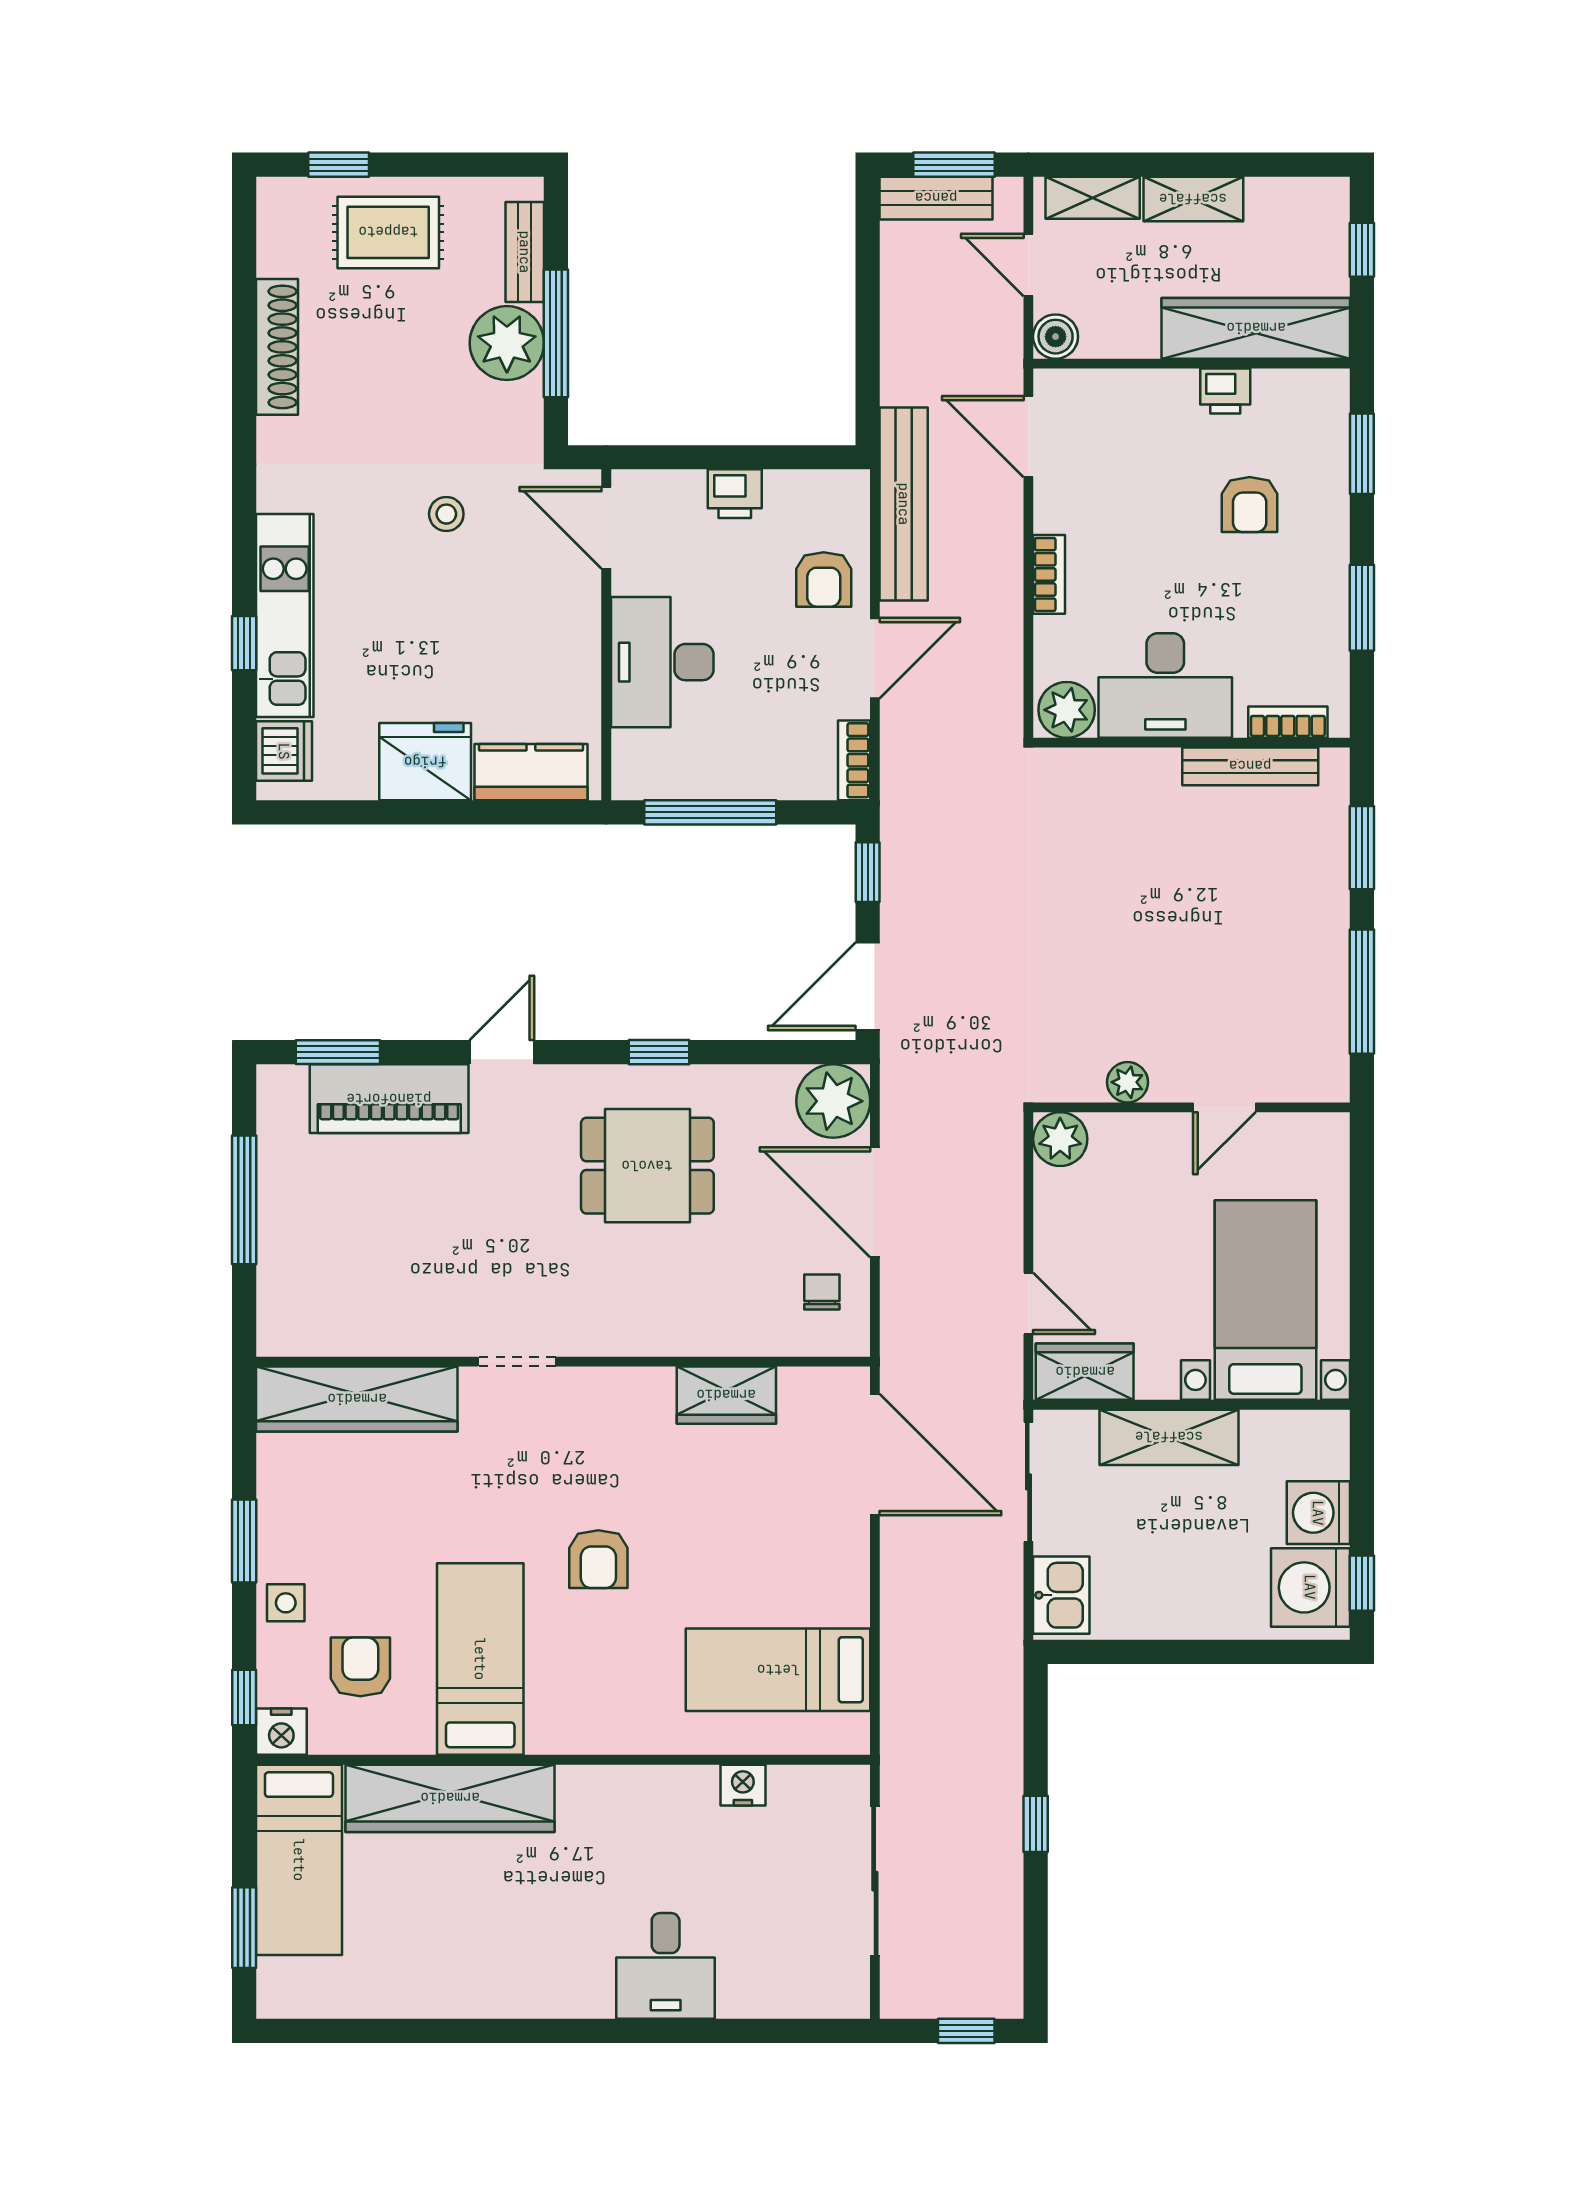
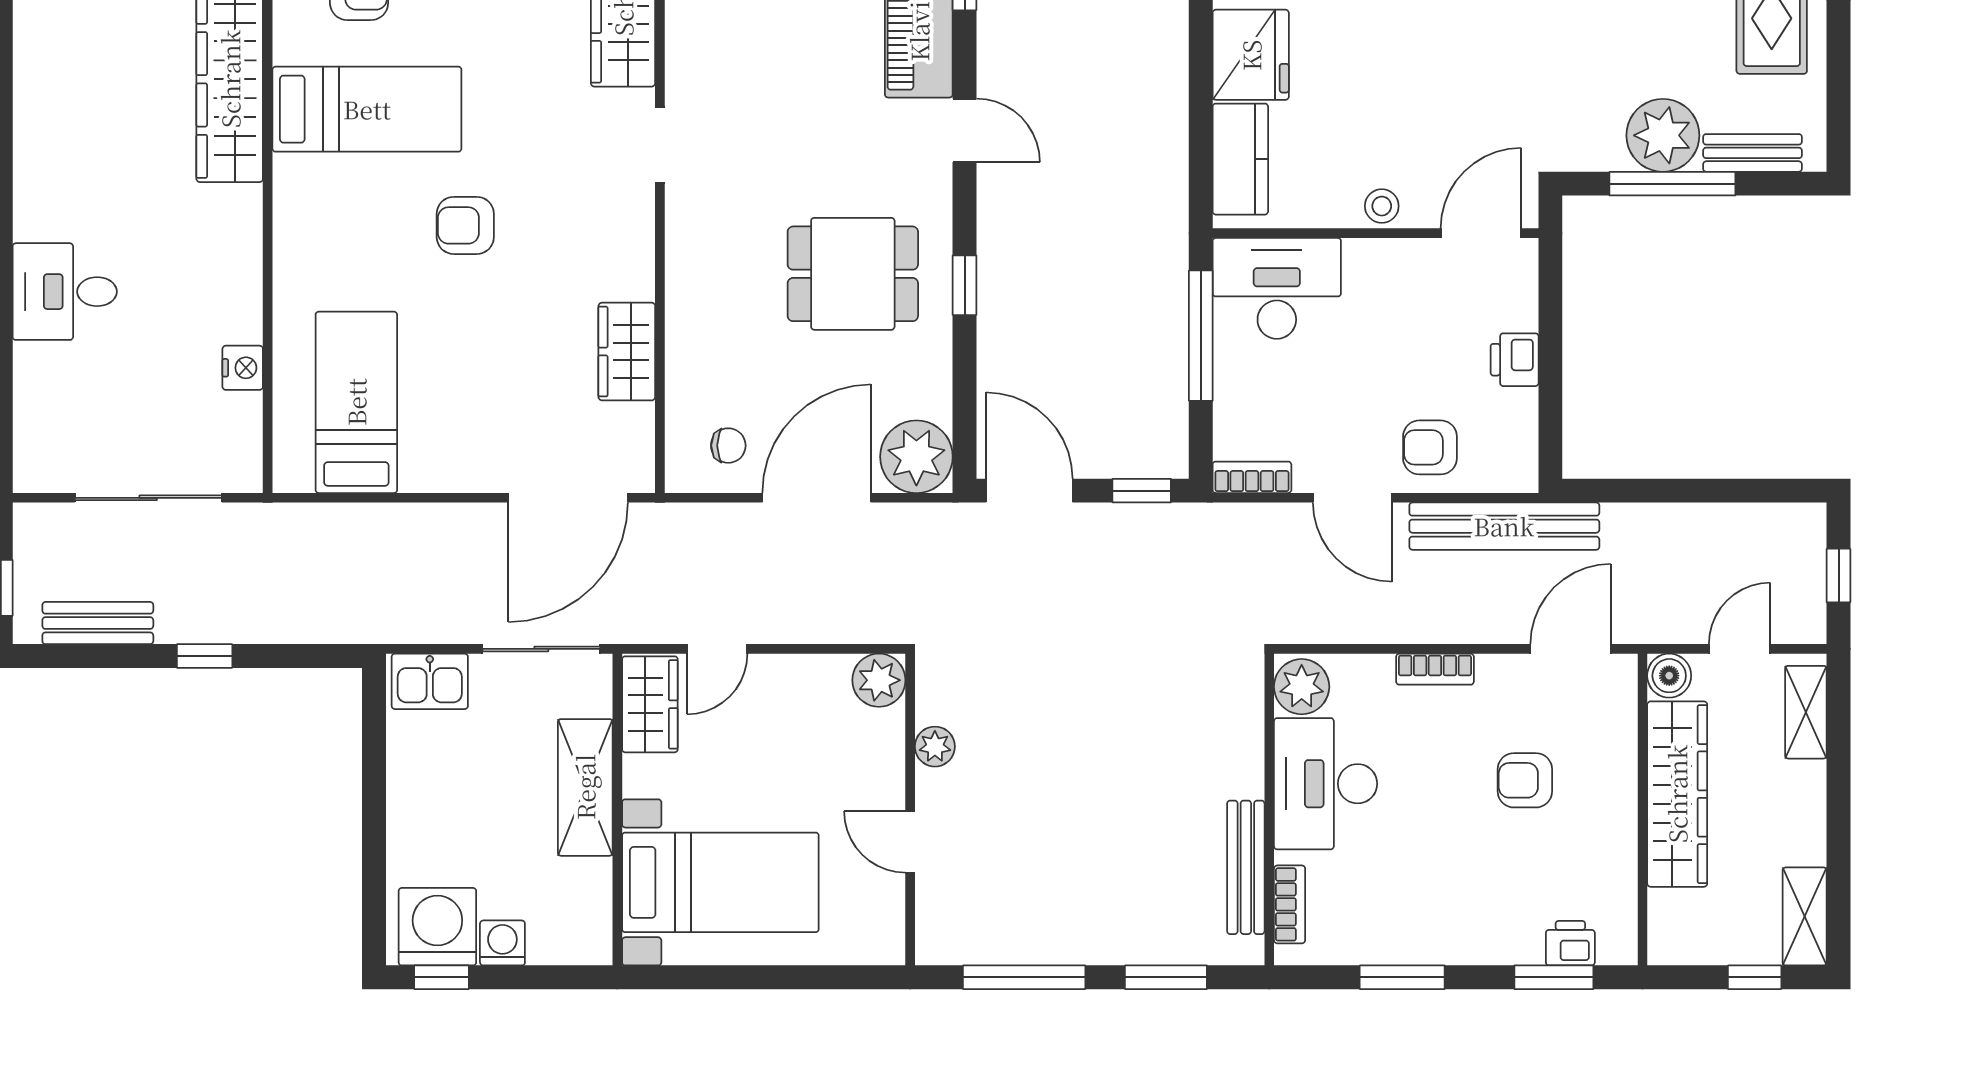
window: (954, 165) -> (1839, 576), width x0.67
bench: (936, 198) -> (98, 623), moved, turned 90
shelving: (1193, 199) -> (1805, 916), moved
wardrobe: (1256, 328) -> (1677, 794), moved
printer: (1225, 391) -> (1570, 943), moved, turned 90
armchair: (1250, 505) -> (1525, 780), moved
stool: (446, 514) -> (1382, 206), moved
desk: (662, 662) -> (1277, 288), moved
dining table: (647, 1166) -> (853, 274), turned 90
washing machine: (1318, 1513) -> (502, 943), width x0.73, depth x0.73

